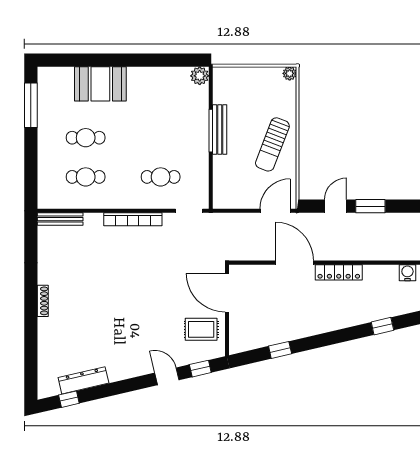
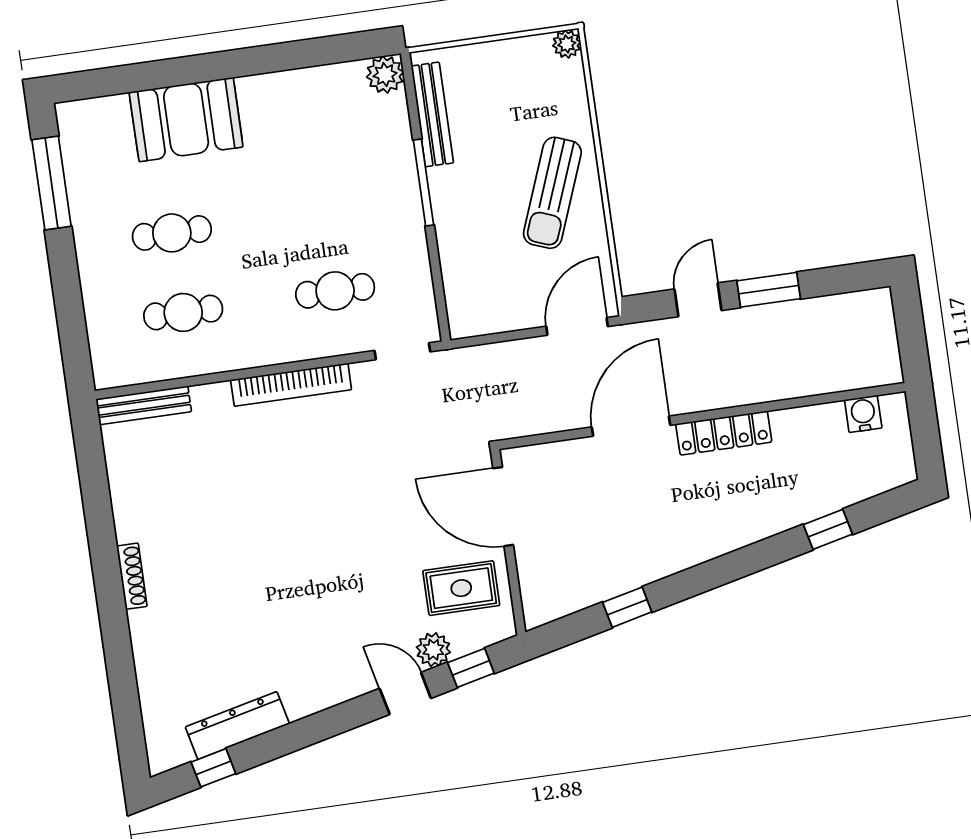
bench: (220, 130) -> (432, 114), moved
door: (294, 263) -> (631, 426), hinge flipped
plant: (183, 357) -> (433, 650), added

